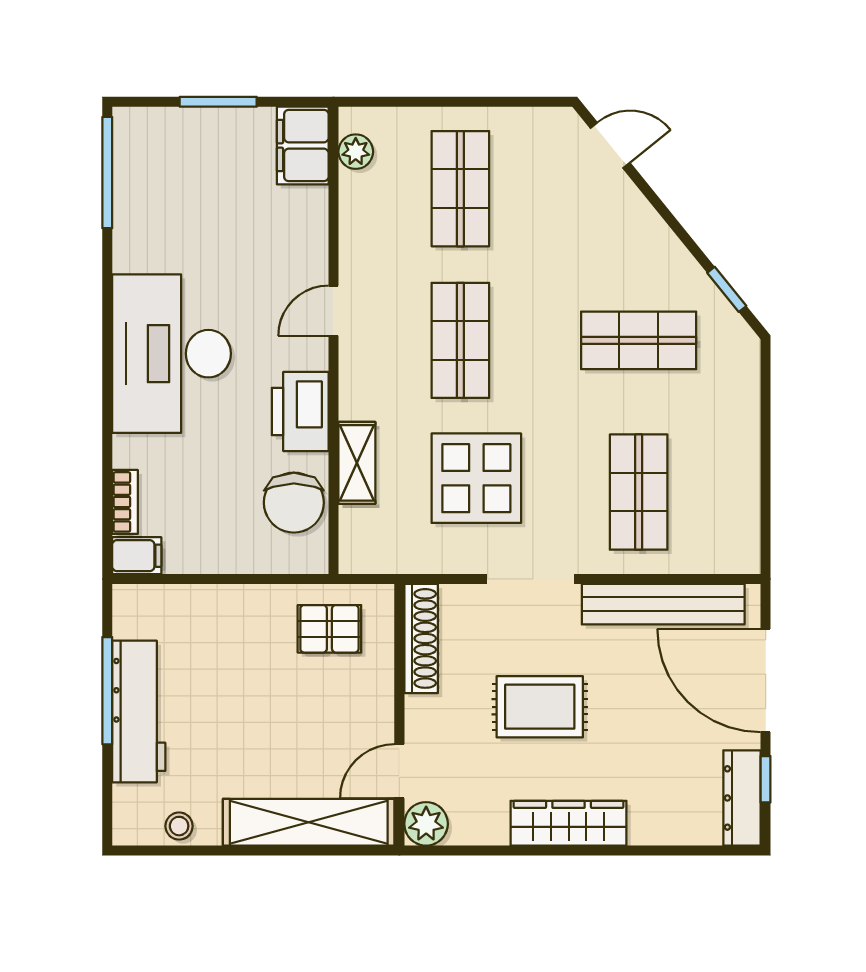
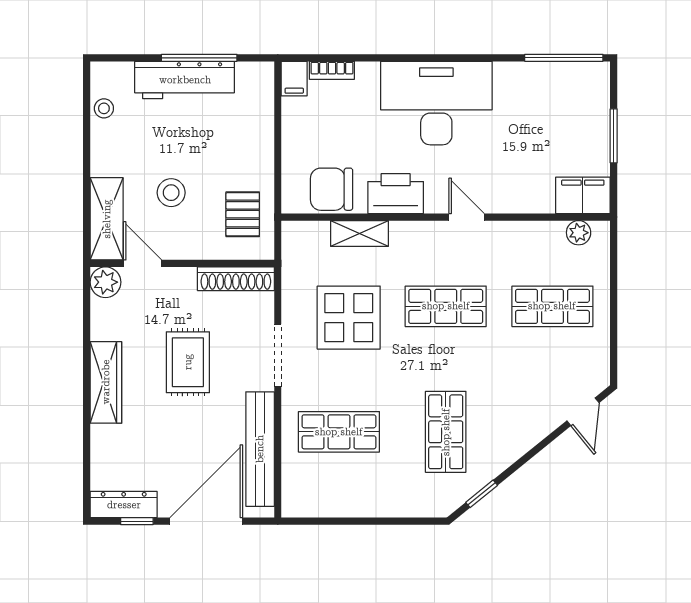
stool: (299, 731) -> (171, 193), added
shelving: (309, 822) -> (107, 219), width x0.68

